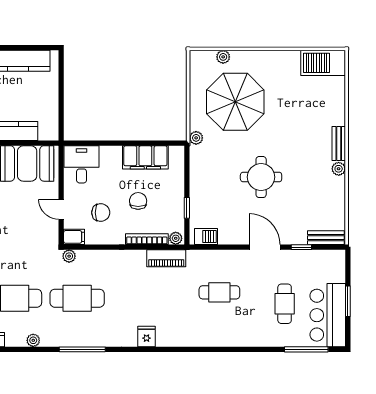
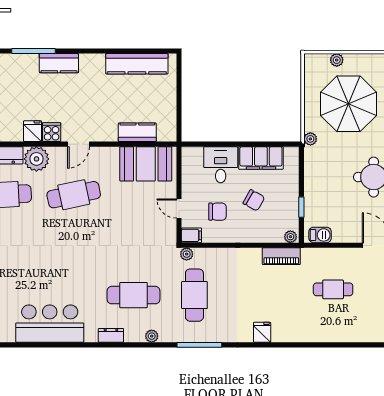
desk: (82, 164) -> (221, 165), moved
chair: (138, 201) -> (254, 200), turned 119
bookcase: (147, 239) -> (262, 238), removed
cafe table: (77, 298) -> (194, 295), turned 90

